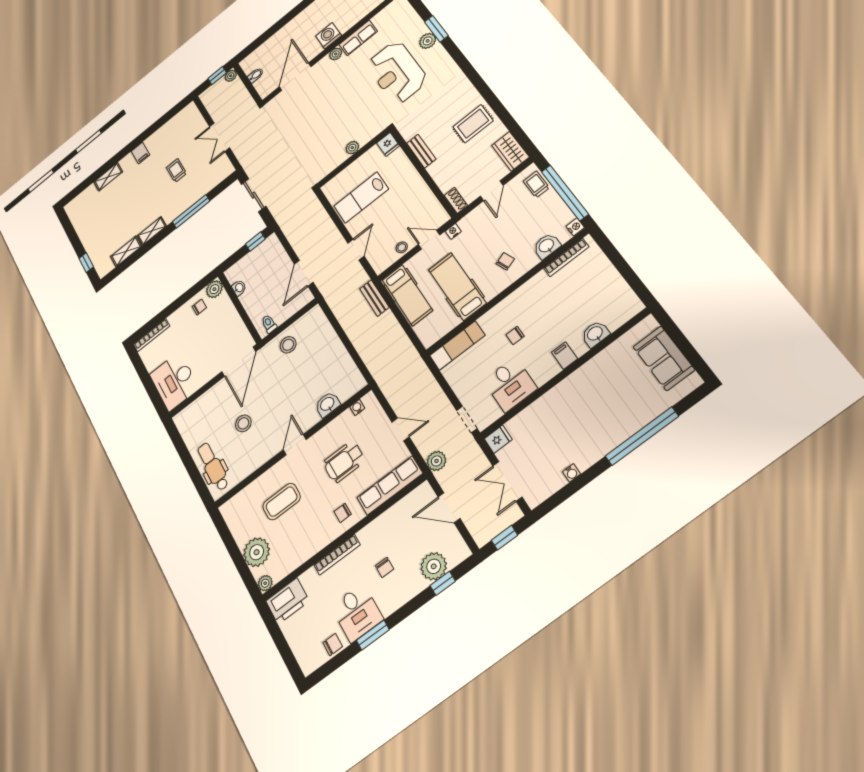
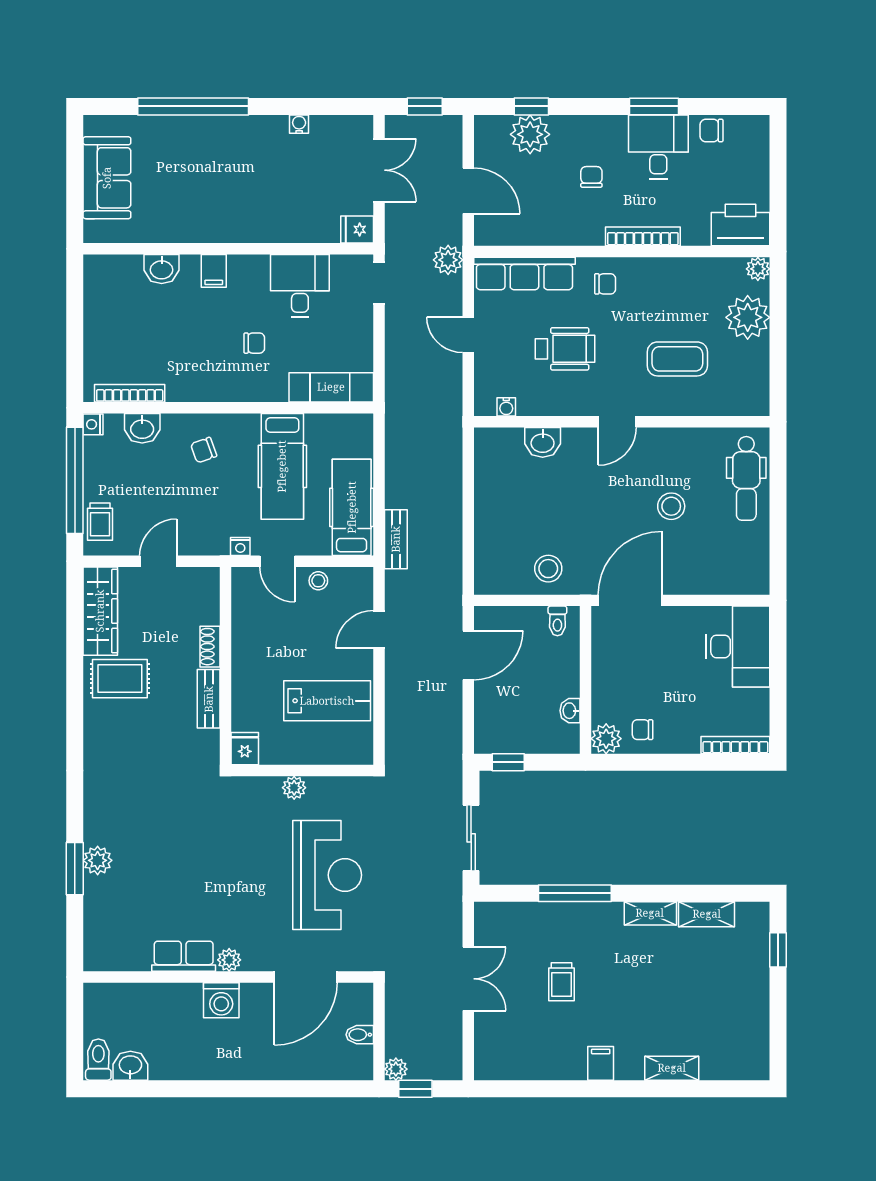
reception desk: (397, 72) -> (327, 875), moved
wardrobe: (510, 151) -> (100, 611), width x1.50
shoe rack: (456, 200) -> (210, 647), moved

